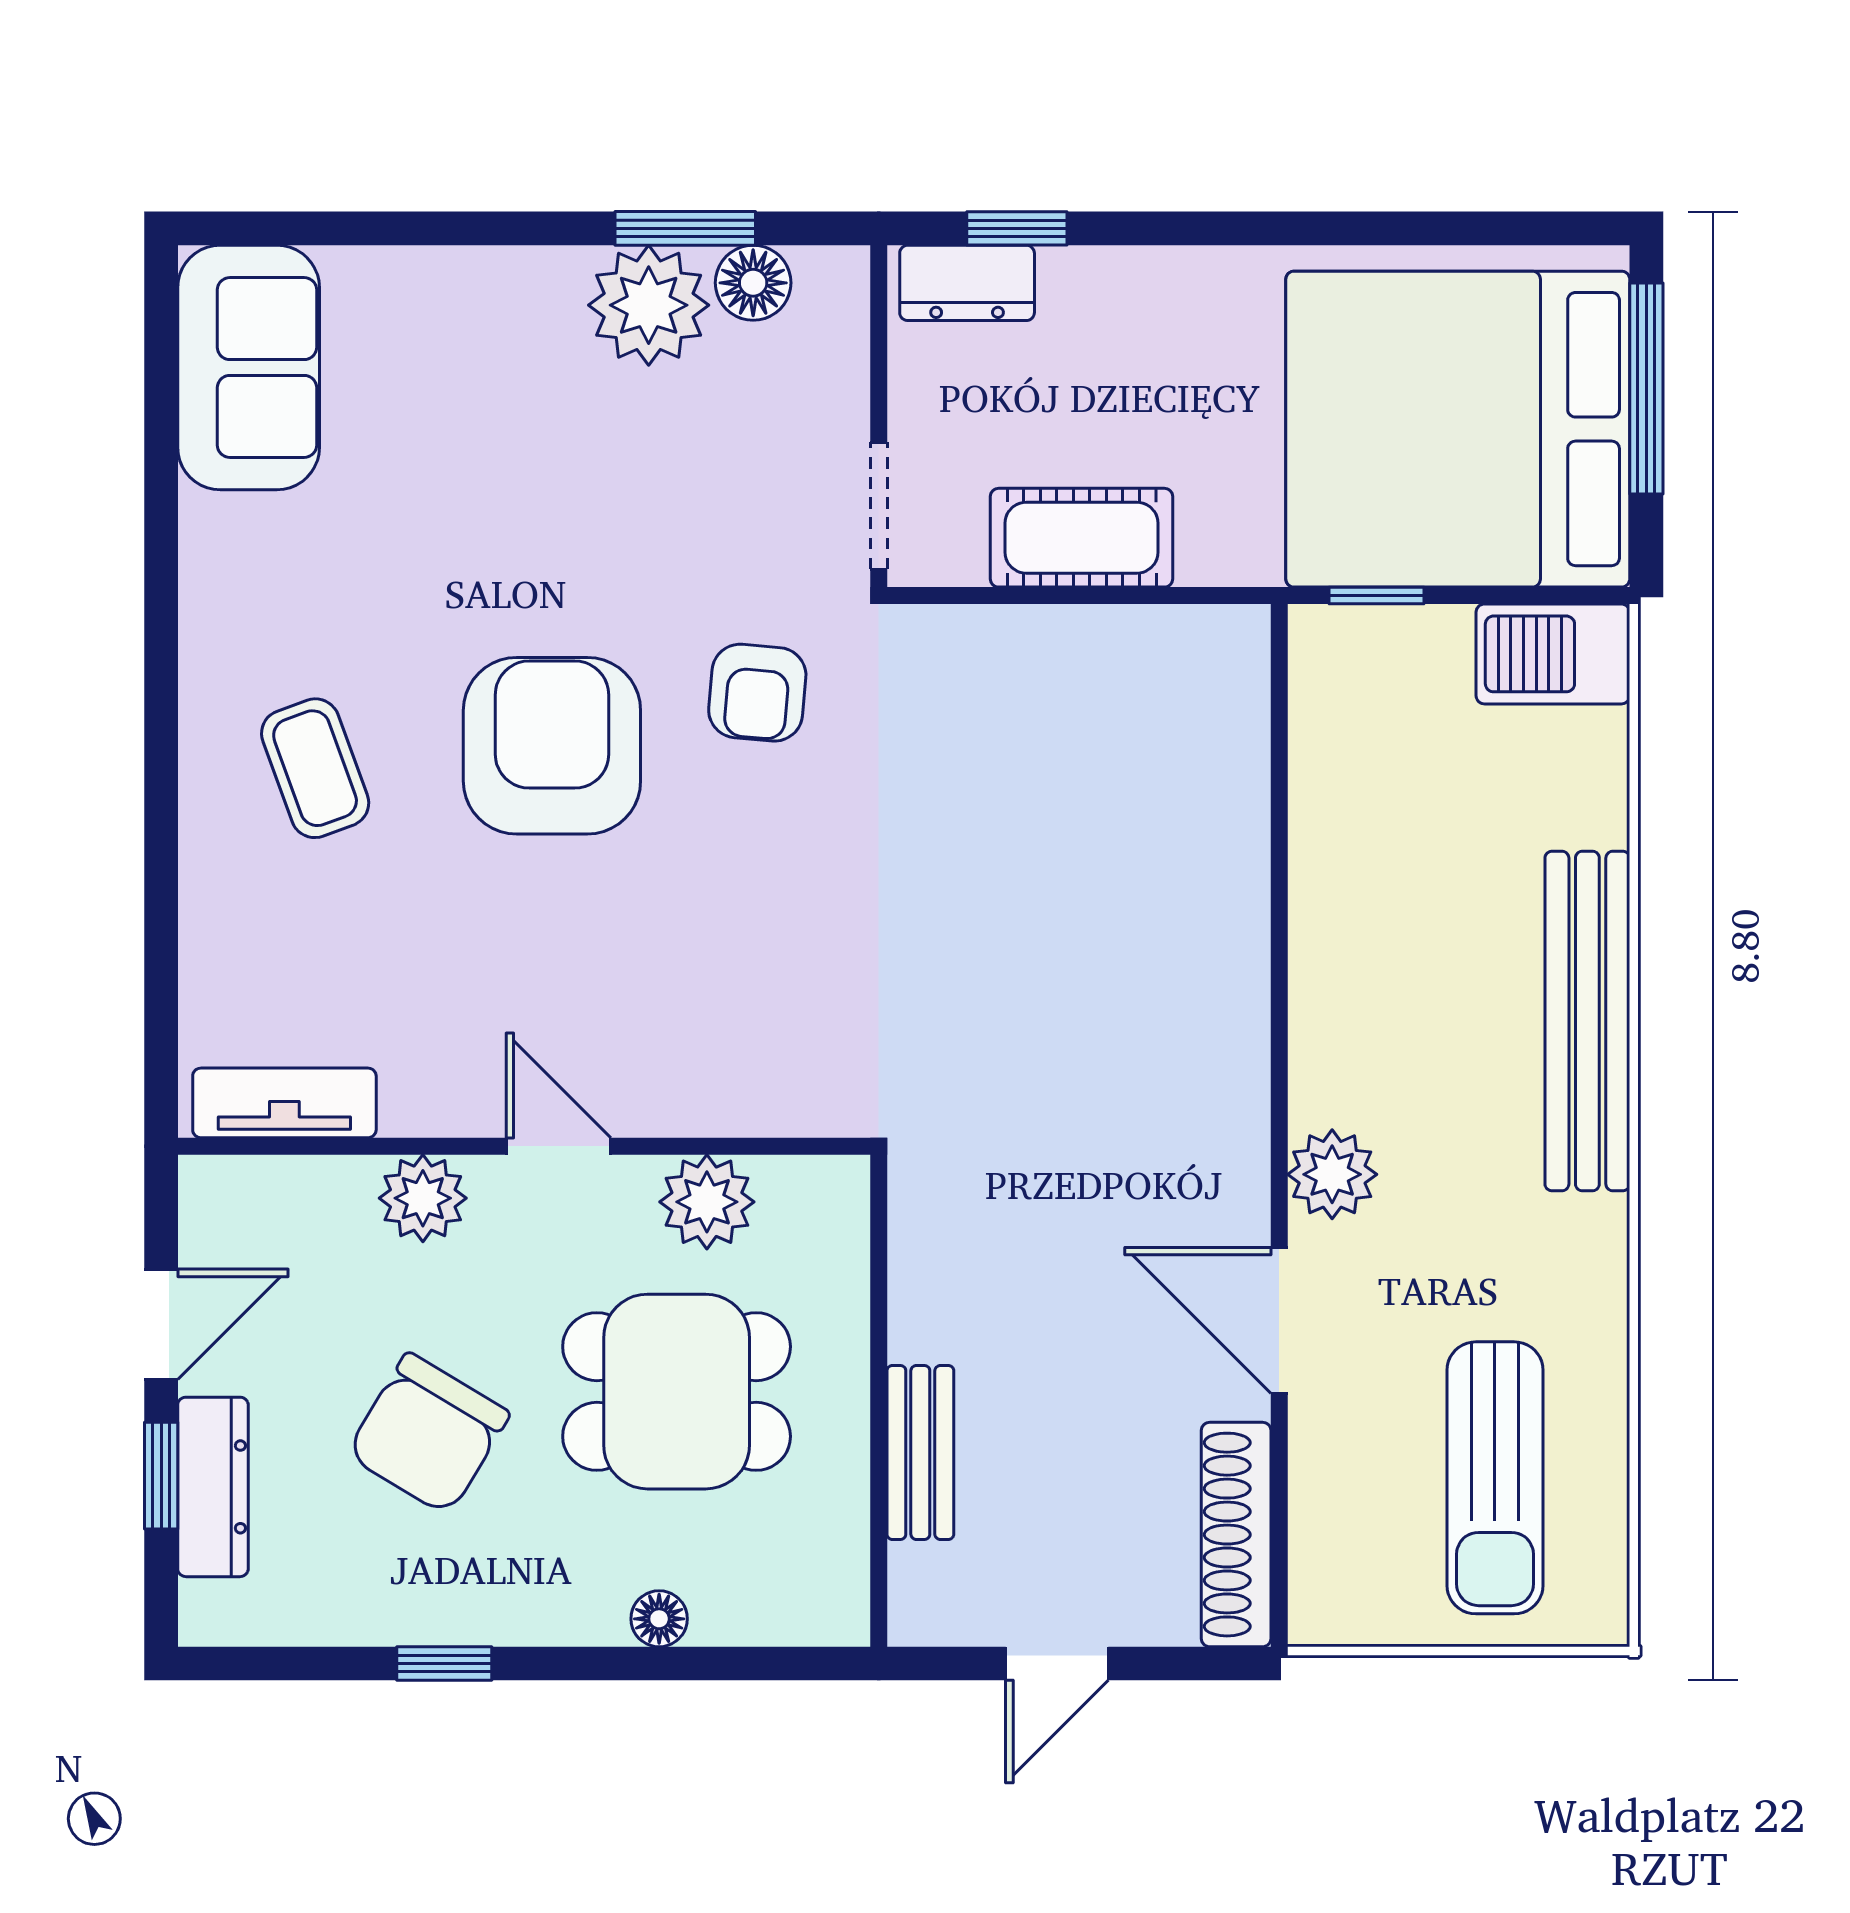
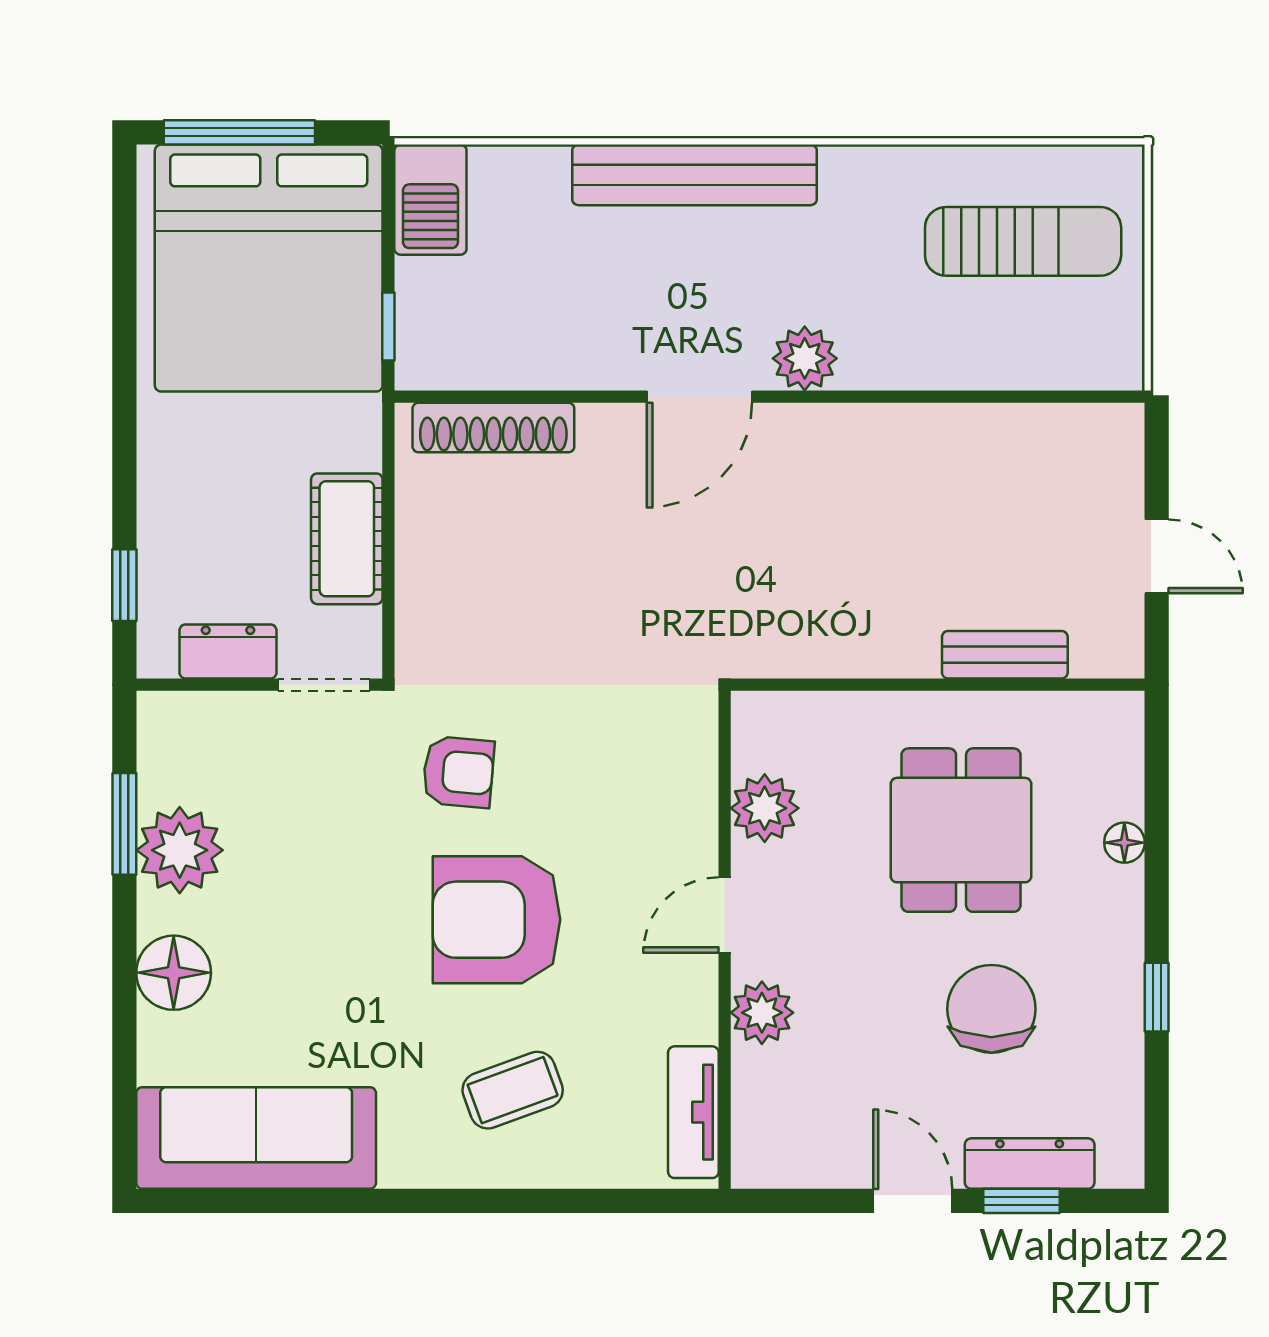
floor lamp: (753, 283) -> (174, 973), moved, width x1.38, depth x1.38
dresser: (967, 283) -> (228, 651), moved, turned -90
sofa: (249, 367) -> (256, 1138), width x1.36
tv unit: (284, 1103) -> (693, 1112), moved
wall: (524, 1146) -> (725, 940), moved
door: (558, 1146) -> (725, 915), moved
plant: (423, 1198) -> (762, 1013), moved
plant: (707, 1202) -> (765, 808), moved
door: (1279, 1320) -> (699, 397), moved
chair: (428, 1434) -> (991, 1009), turned -121
shoe rack: (1236, 1535) -> (493, 428), moved

